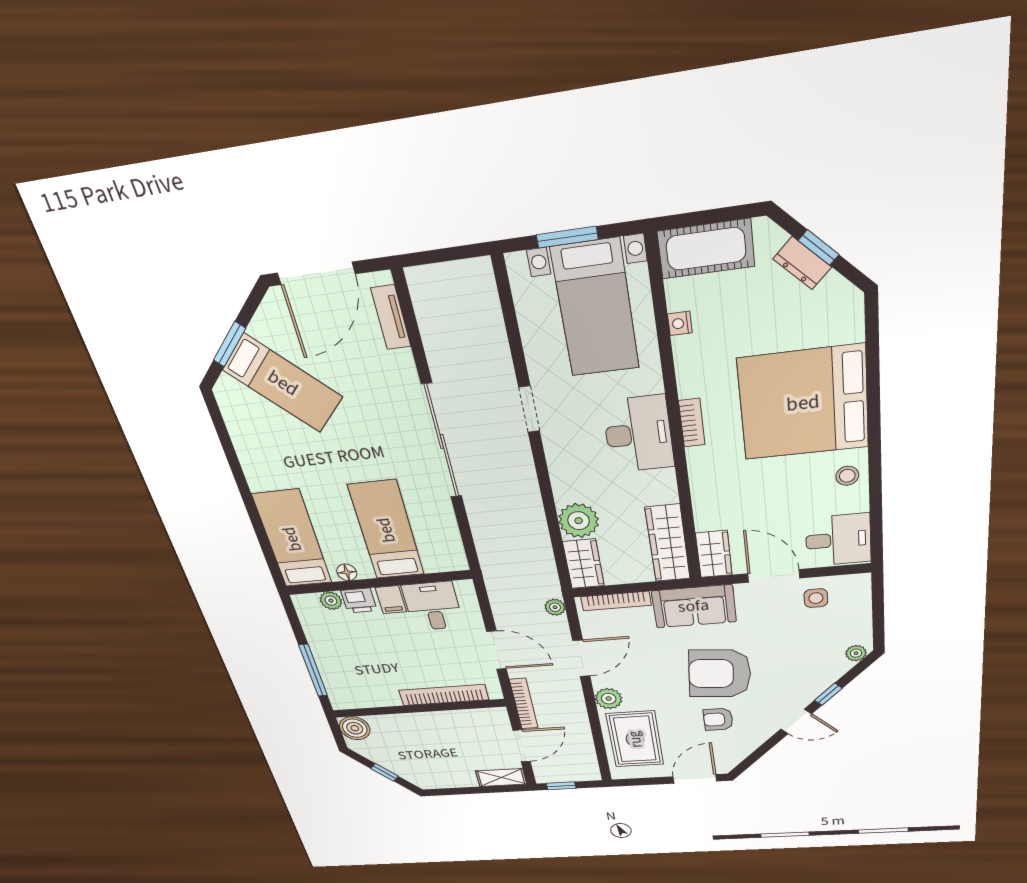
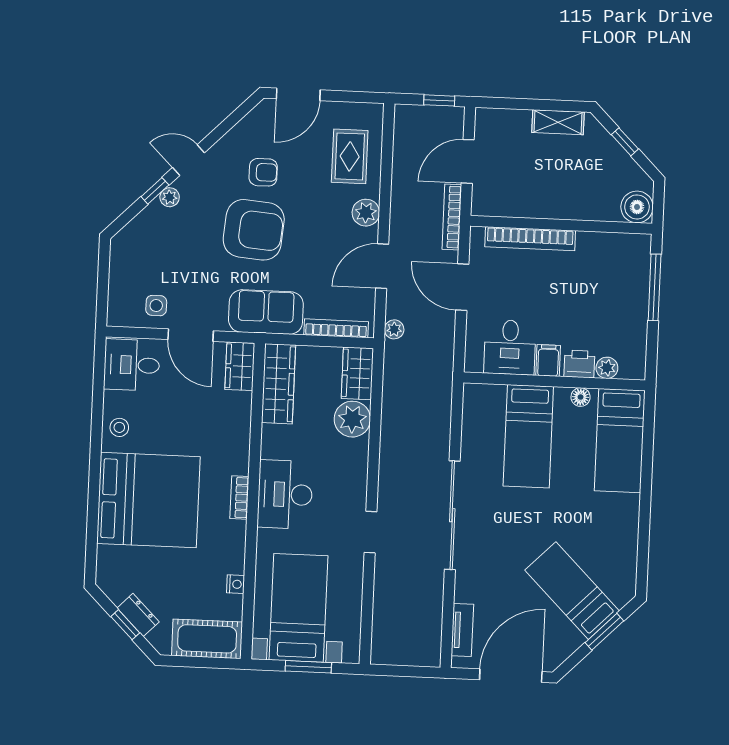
plant: (856, 653) -> (170, 197), moved
rug: (635, 739) -> (350, 156), width x0.73, depth x0.70
shelving: (501, 777) -> (558, 122), moved

